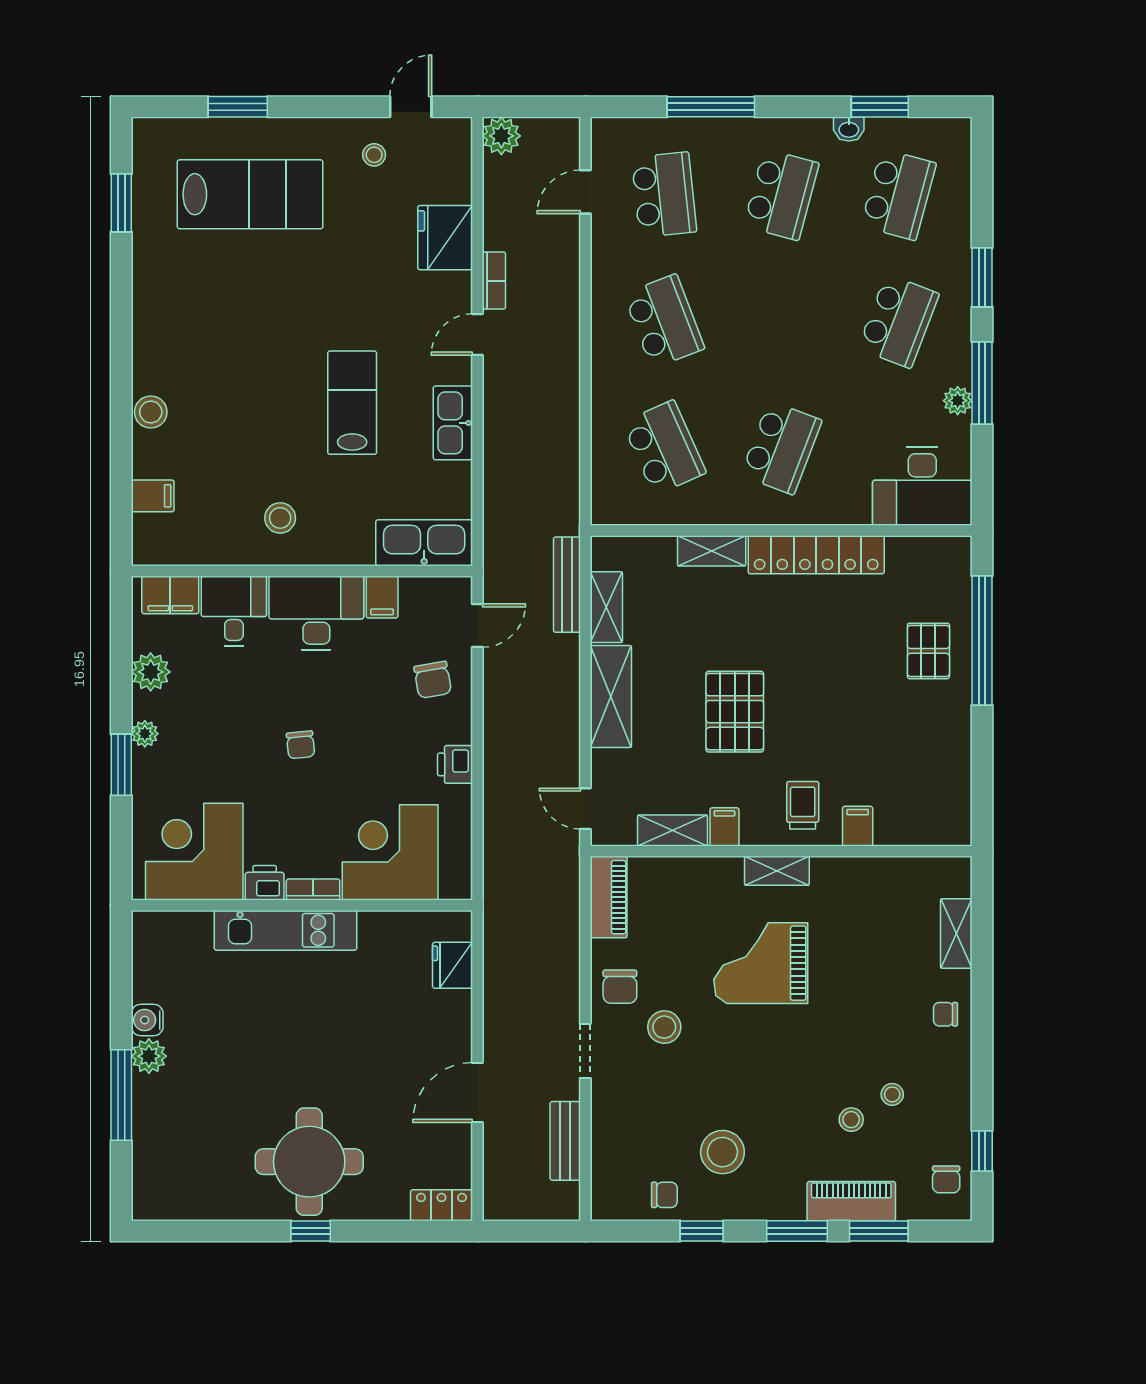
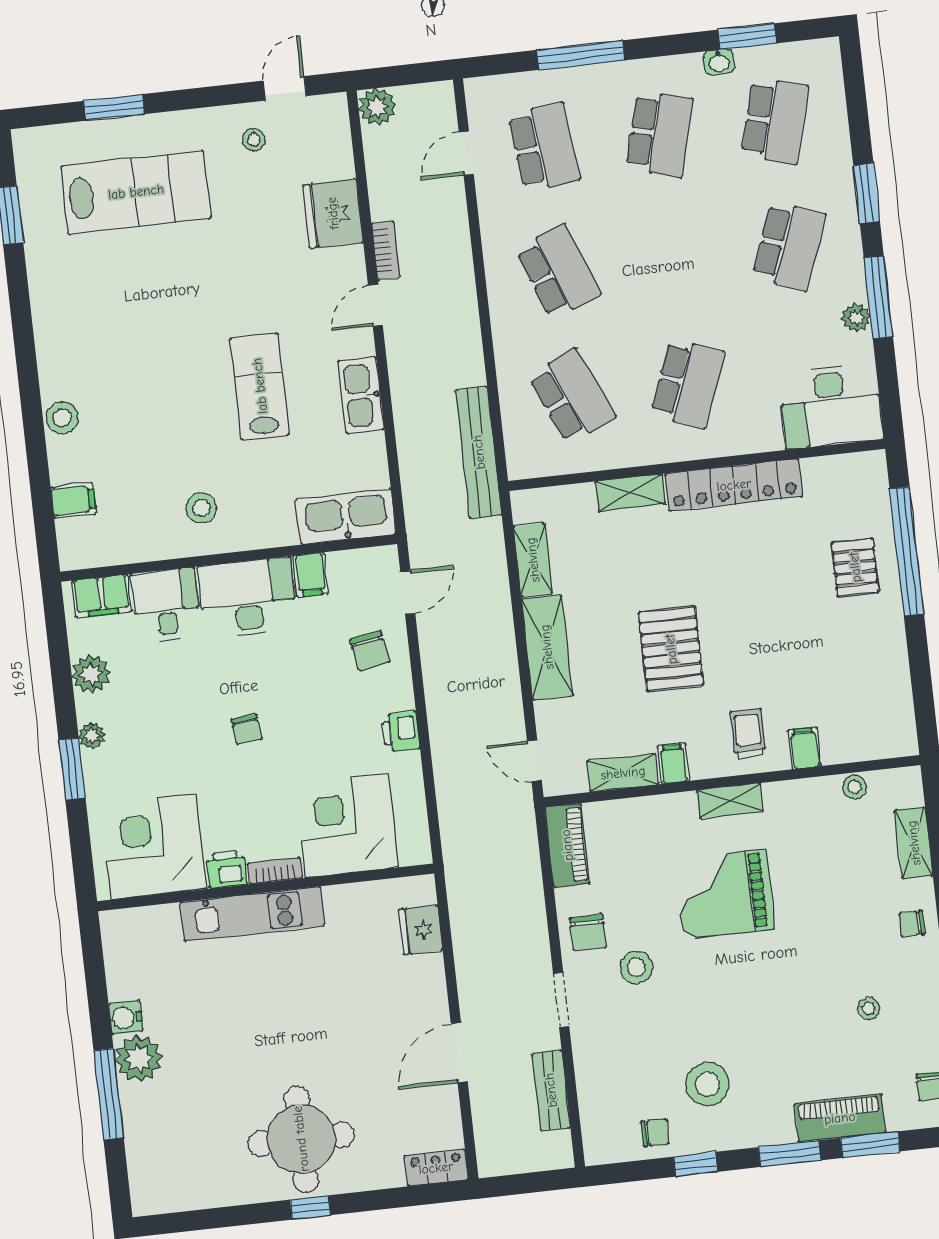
bench: (567, 585) -> (479, 452), moved, width x1.37, depth x1.21
plant: (149, 1056) -> (138, 1059), width x1.36, depth x1.36
stool: (851, 1120) -> (855, 787), moved

